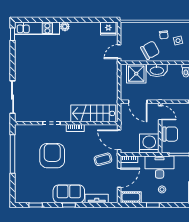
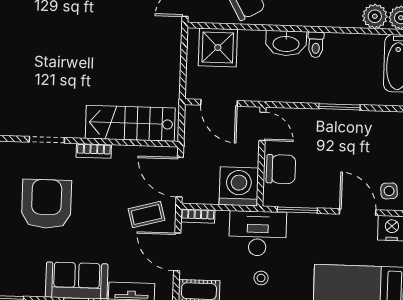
washbasin: (157, 70) -> (286, 43), moved
door: (119, 178) -> (177, 252), swing flipped

